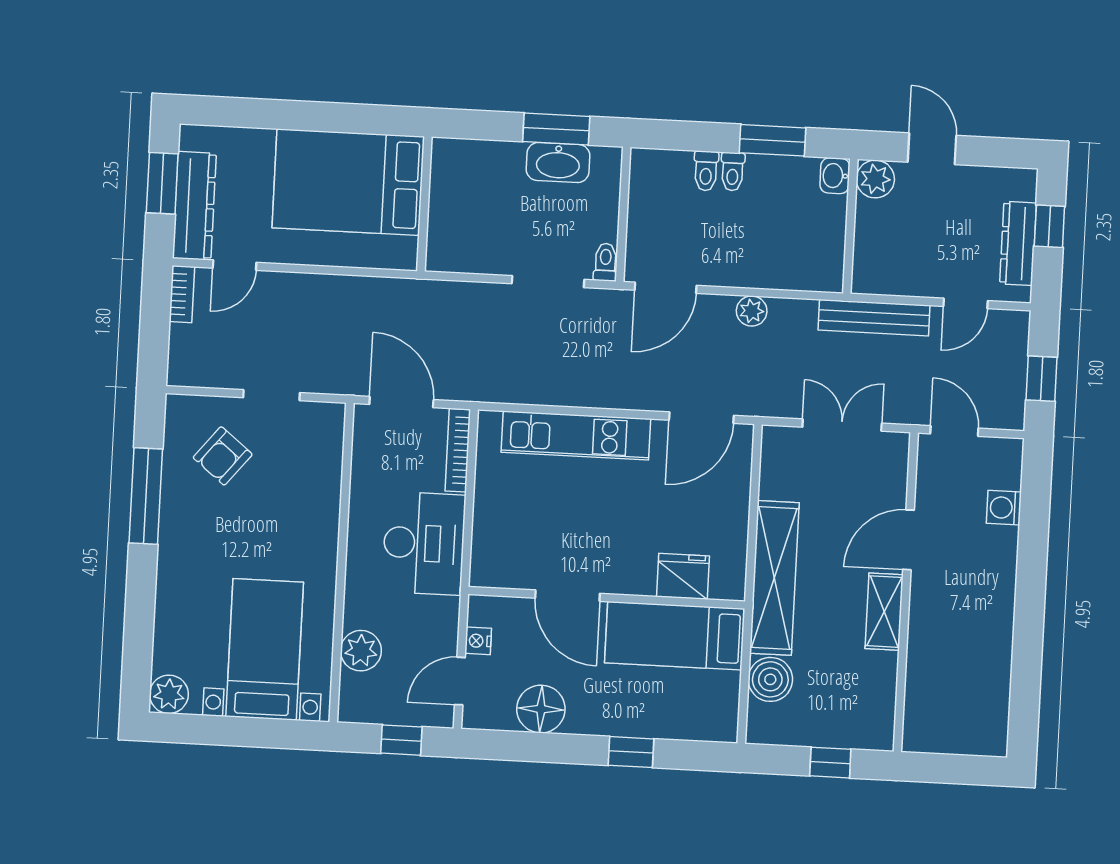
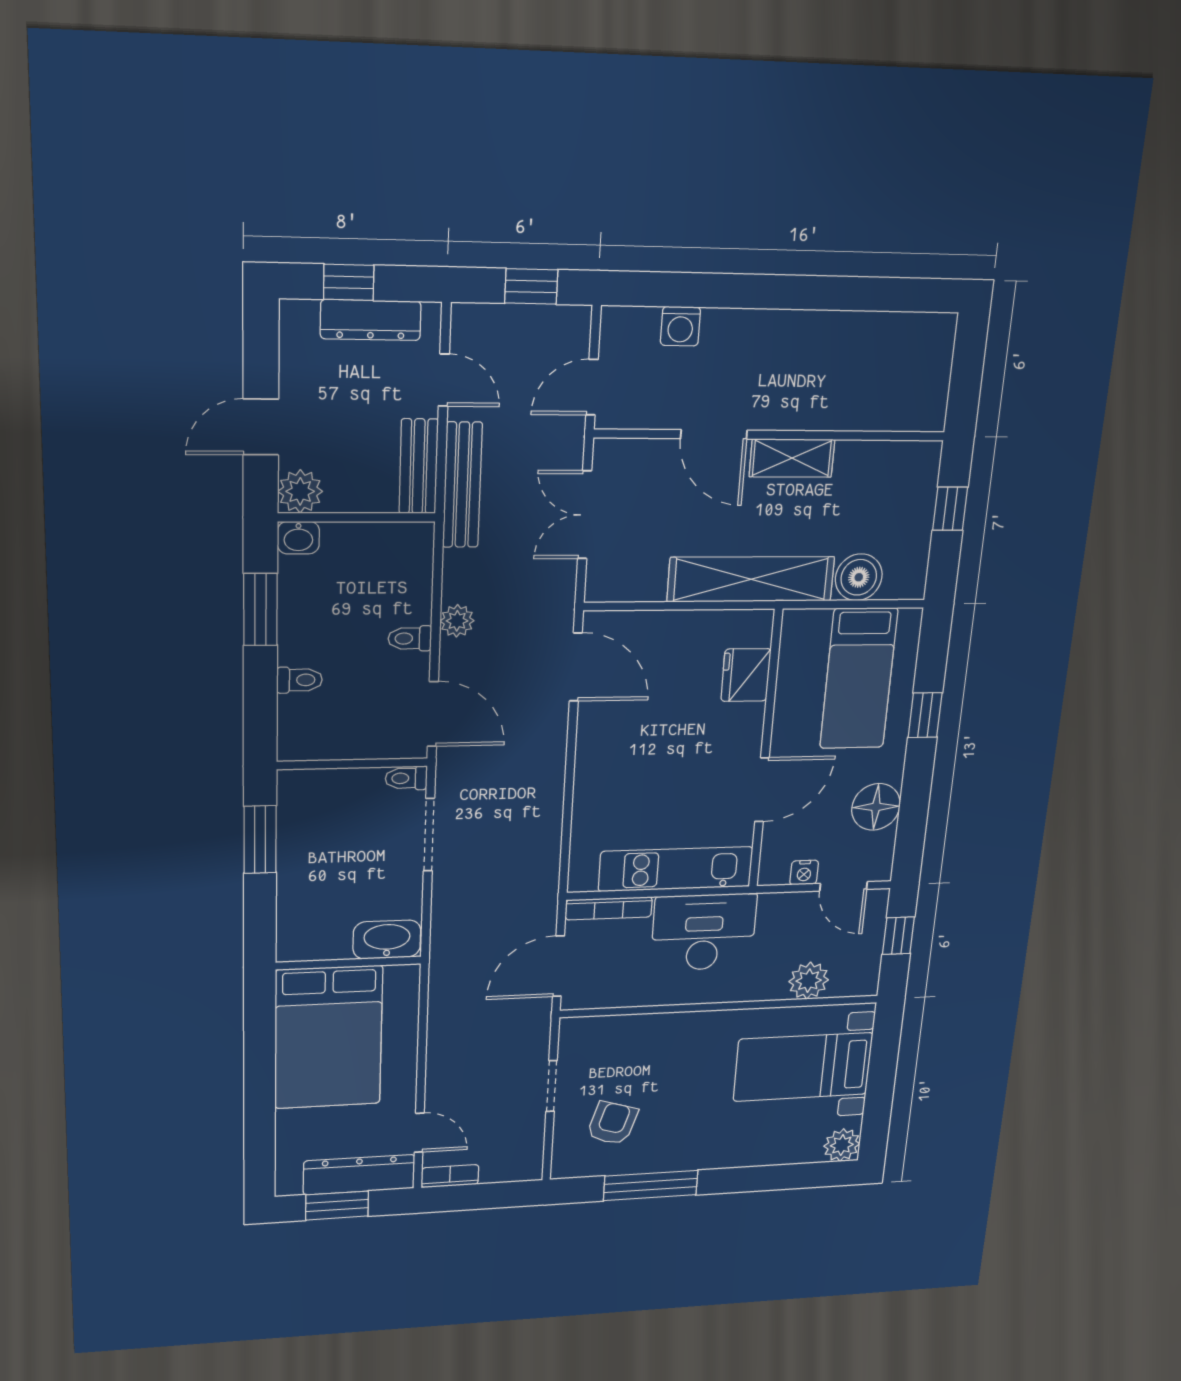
washbasin: (558, 162) -> (387, 940), moved, turned -90
toilet: (733, 172) -> (410, 638), moved, turned 180
bench: (892, 280) -> (419, 466), added
kitchen unit: (576, 435) -> (676, 869), moved, turned -90
armchair: (223, 456) -> (612, 1123), turned -112
bed: (675, 636) -> (859, 679), moved

